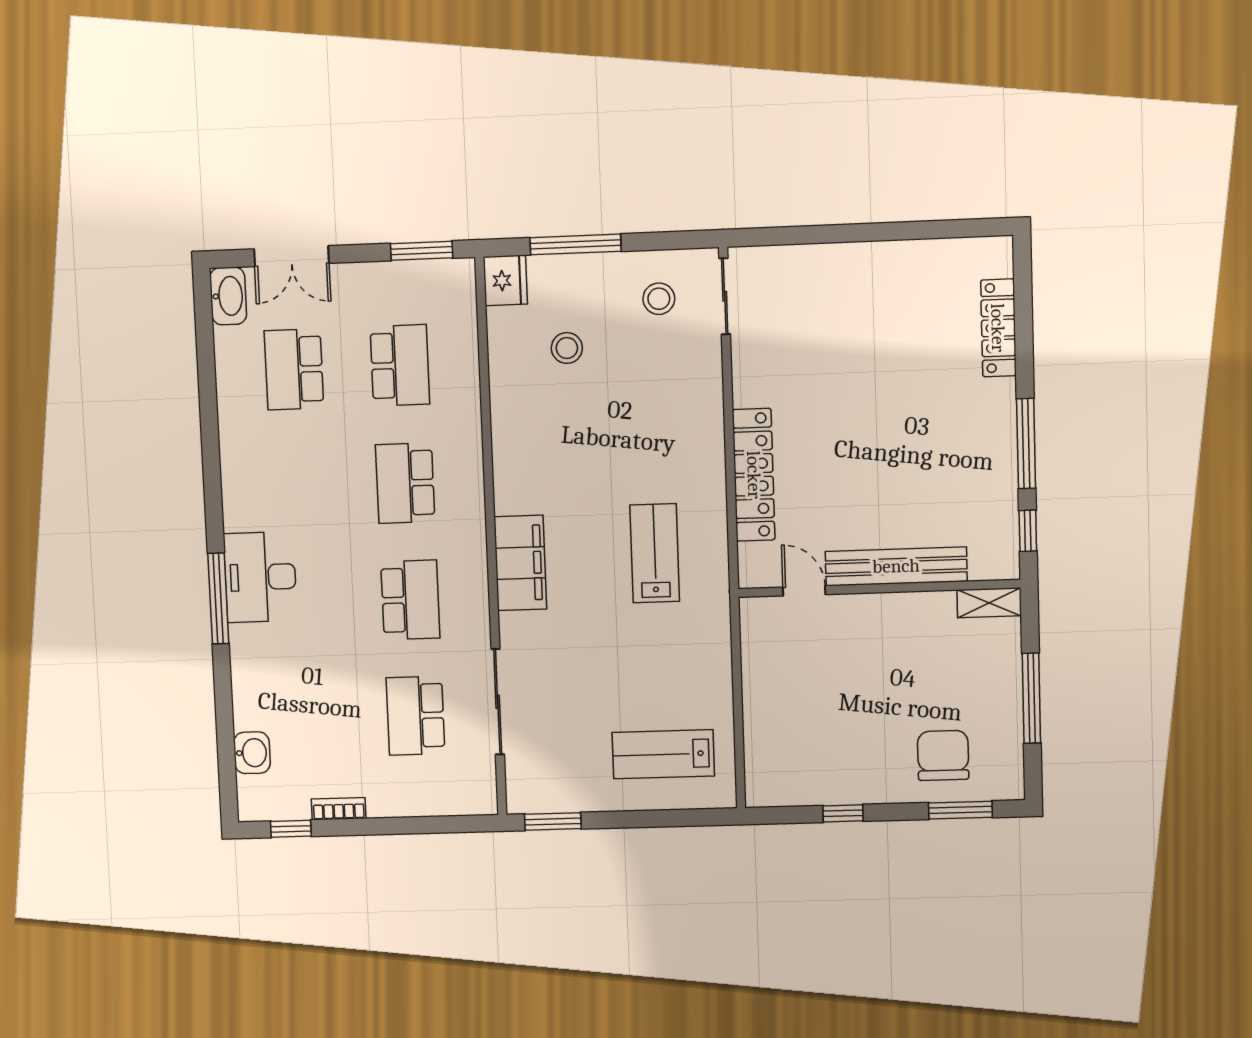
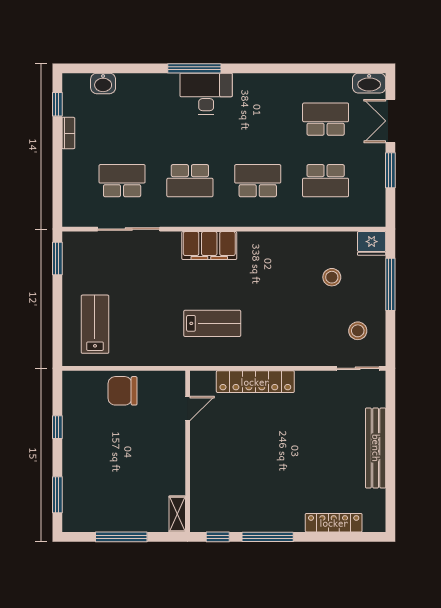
window: (422, 251) -> (390, 170), moved
bench: (896, 566) -> (376, 448), moved
chair: (943, 755) -> (123, 391), moved, turned 180

